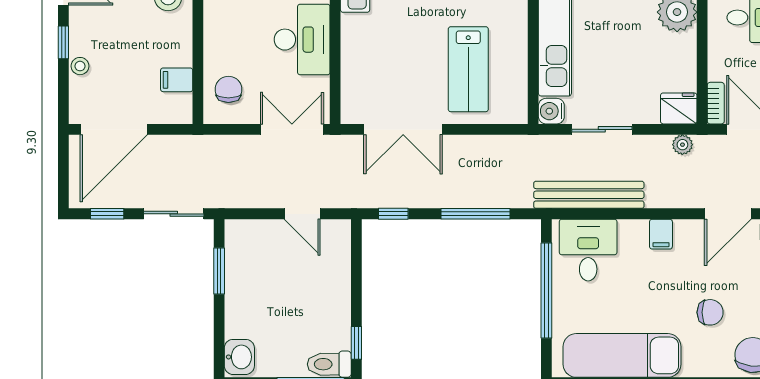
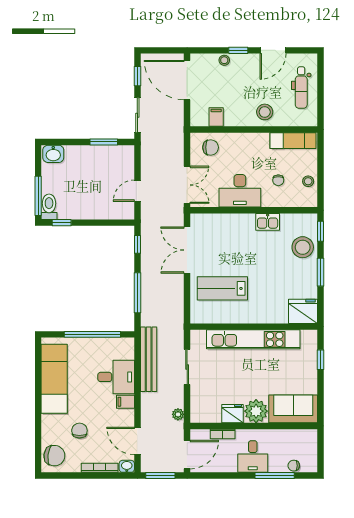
bookcase: (716, 103) -> (223, 434), moved
fridge: (679, 108) -> (232, 414), moved, turned -90
water cooler: (551, 111) -> (198, 337), removed
desk: (588, 250) -> (116, 377), moved
chair: (710, 312) -> (79, 431), turned 180

